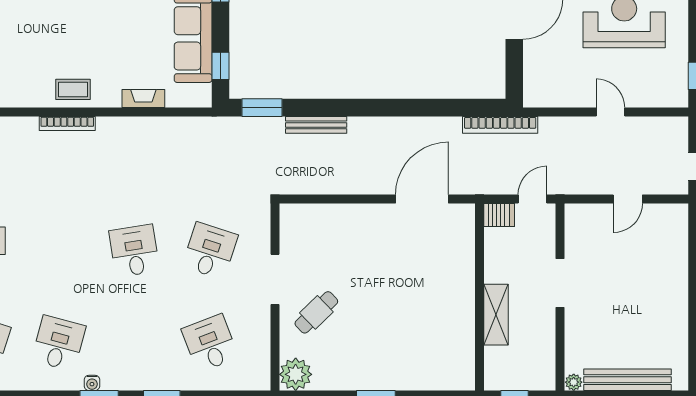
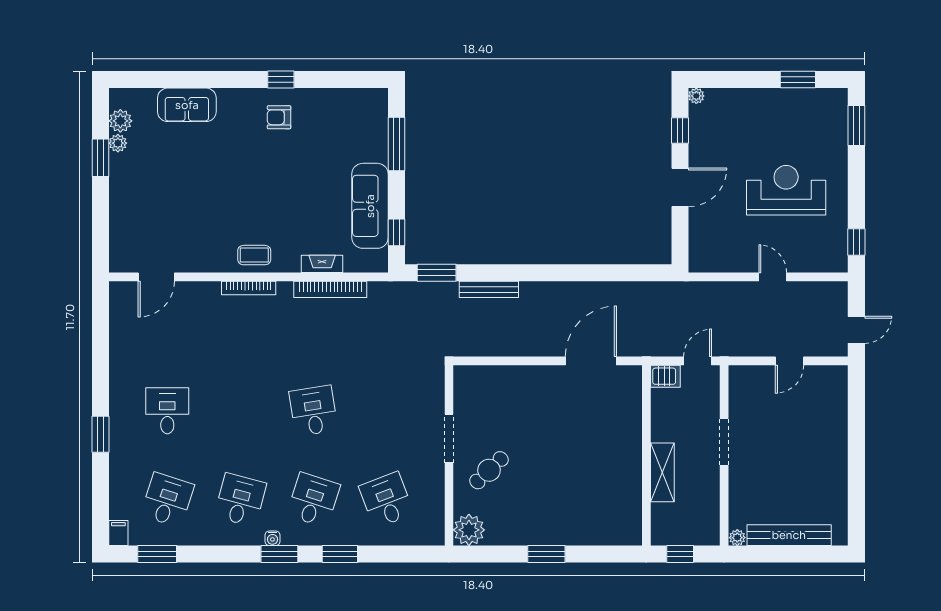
bookcase: (500, 125) -> (330, 289), moved
desk: (210, 251) -> (313, 500), moved

